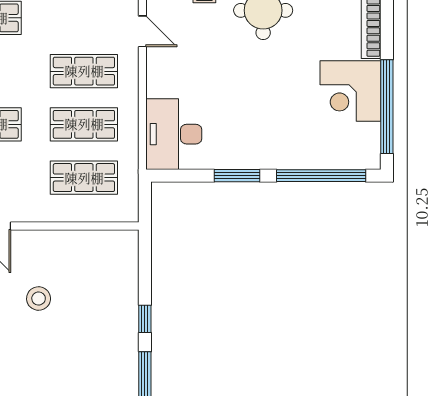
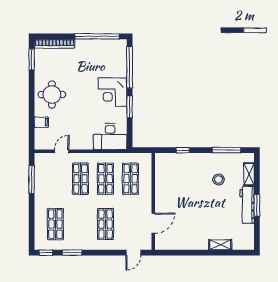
corner desk: (350, 91) -> (112, 92), moved, turned 90
stool: (39, 299) -> (218, 179), moved
window: (145, 319) -> (183, 150), moved

